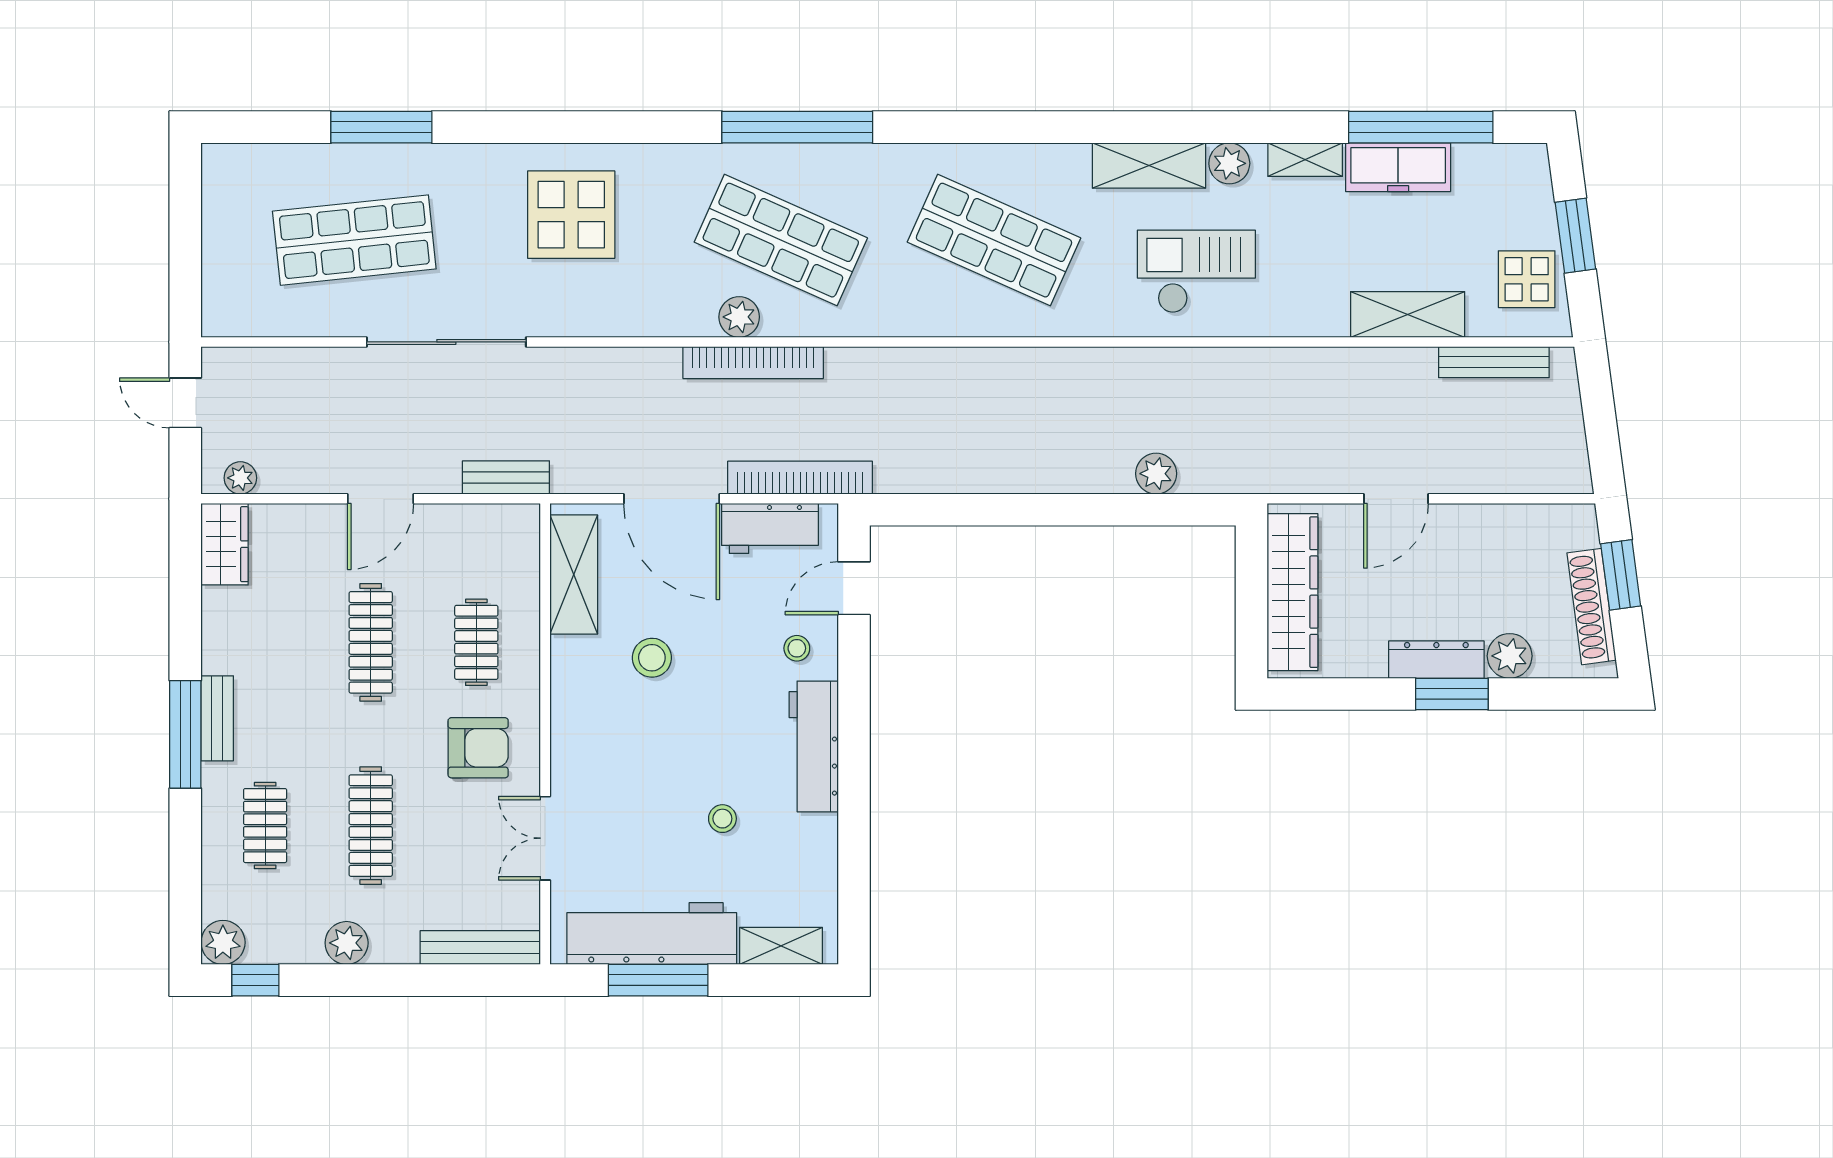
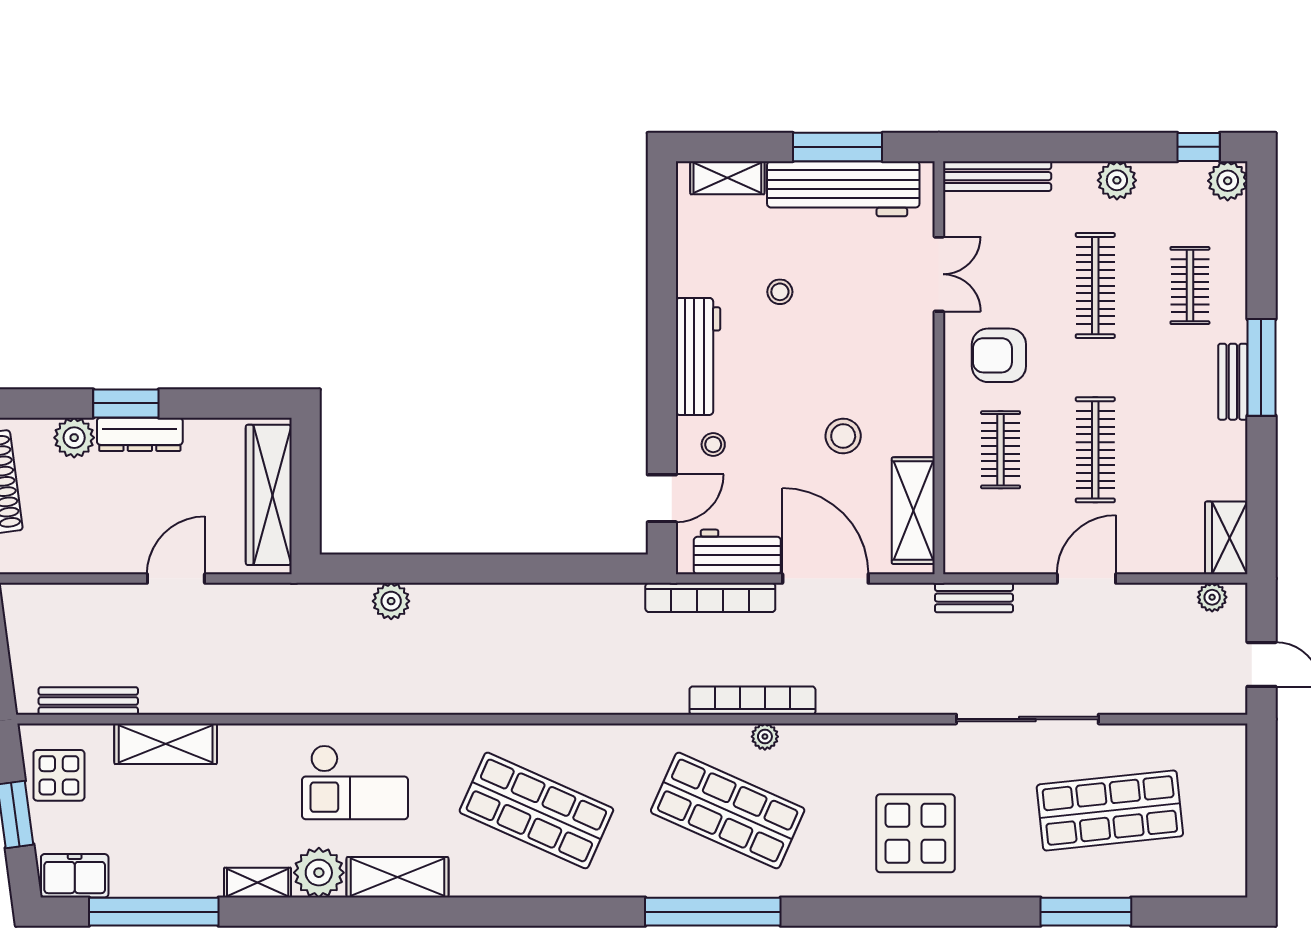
plant: (1229, 163) -> (319, 873), width x1.36, depth x1.36
freezer: (1398, 167) -> (75, 876), moved, width x0.71
plant: (739, 317) -> (765, 737), width x0.73, depth x0.73

